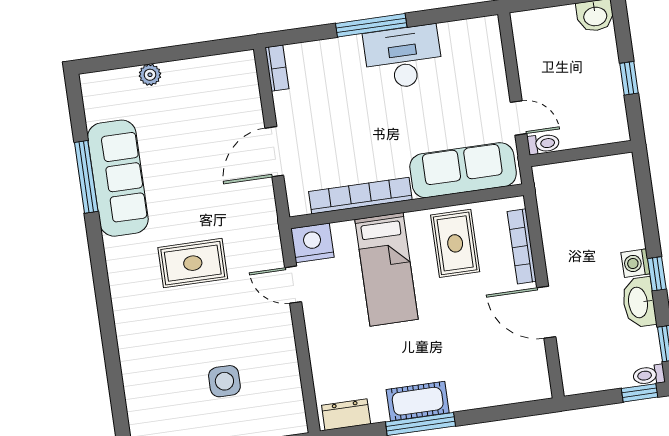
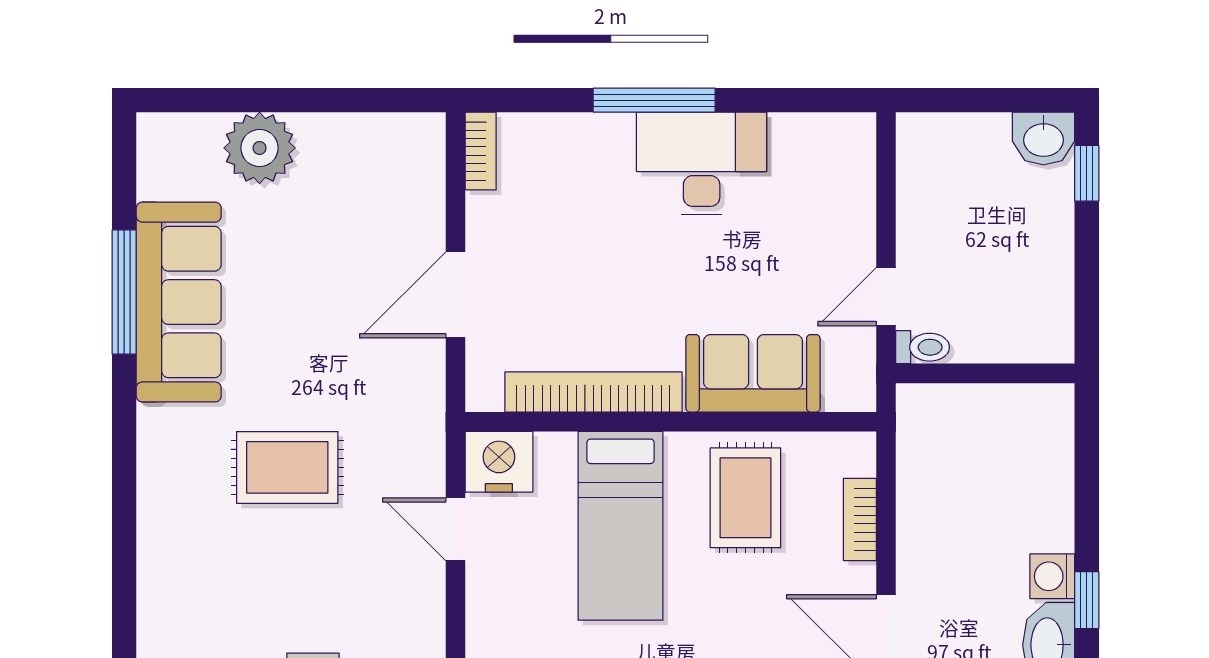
plant: (150, 75) -> (260, 148), width x1.88, depth x1.88
window: (629, 78) -> (1087, 173), moved
door: (519, 118) -> (886, 297), swing flipped
sofa: (463, 170) -> (753, 373), width x0.73
bookcase: (522, 246) -> (860, 519), width x0.64

